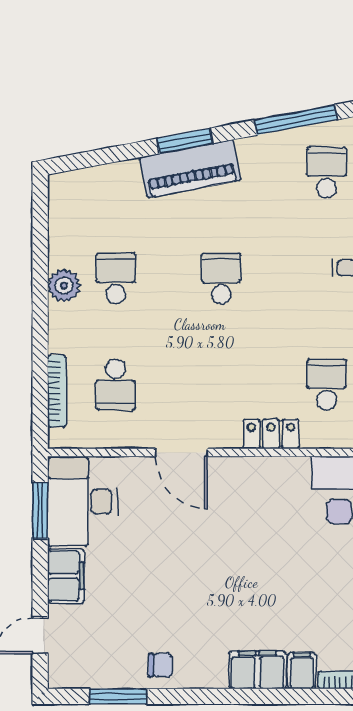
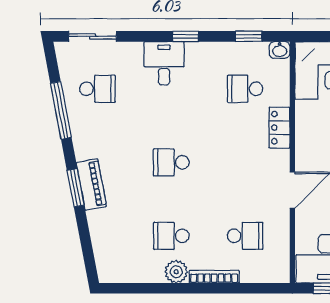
piano: (190, 169) -> (91, 185), width x0.73, depth x0.75
school desk: (327, 172) -> (97, 89), turned 180
bookcase: (57, 391) -> (214, 277), moved

